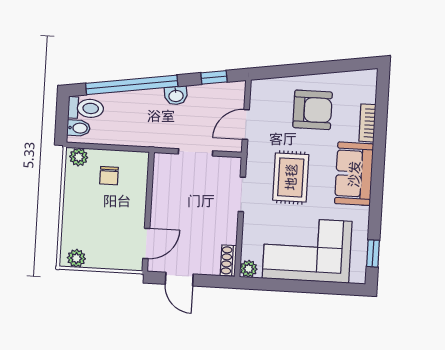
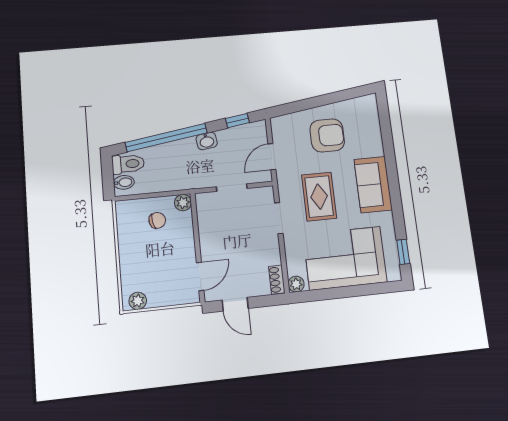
bookcase: (367, 123) -> (376, 139), removed
plant: (79, 157) -> (183, 203), moved
chair: (109, 176) -> (157, 220), turned -101

